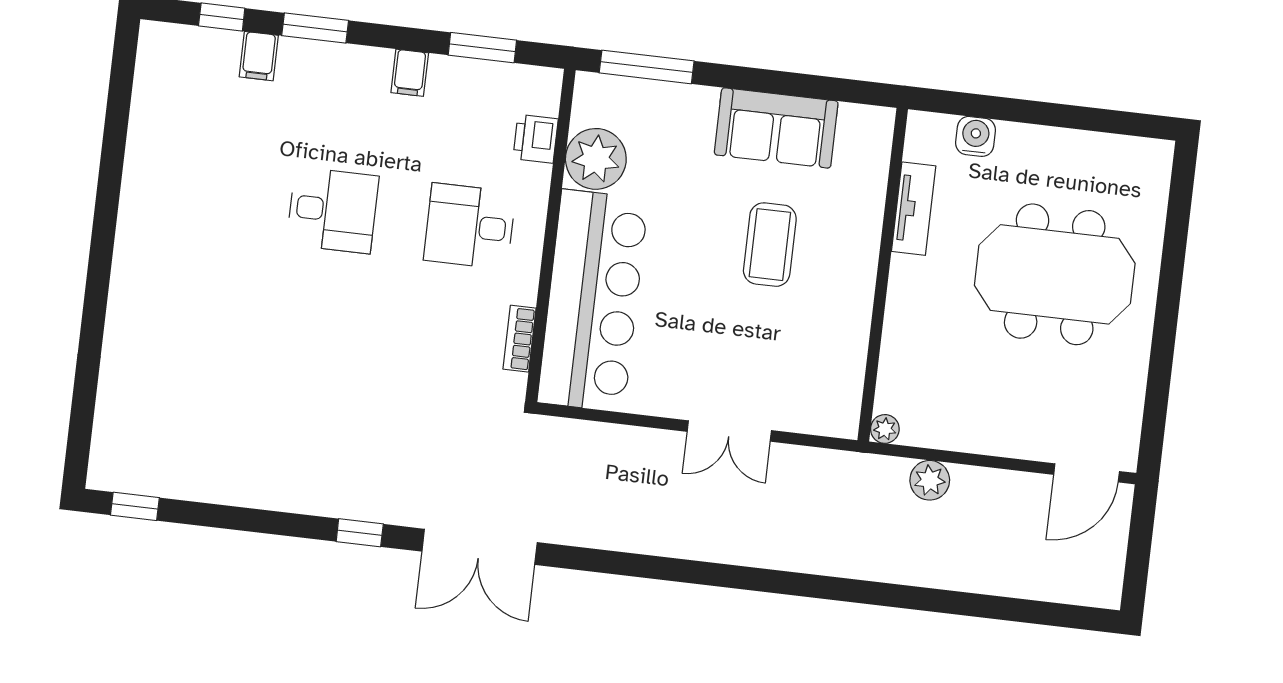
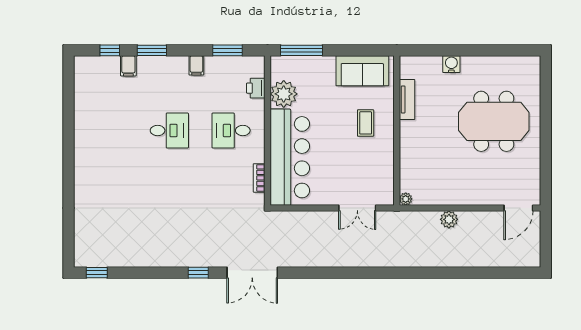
tv unit: (914, 209) -> (407, 99), moved
coffee table: (770, 245) -> (366, 123), width x0.73, depth x0.77
wall: (883, 275) -> (397, 130), moved
plant: (885, 429) -> (406, 199), moved

